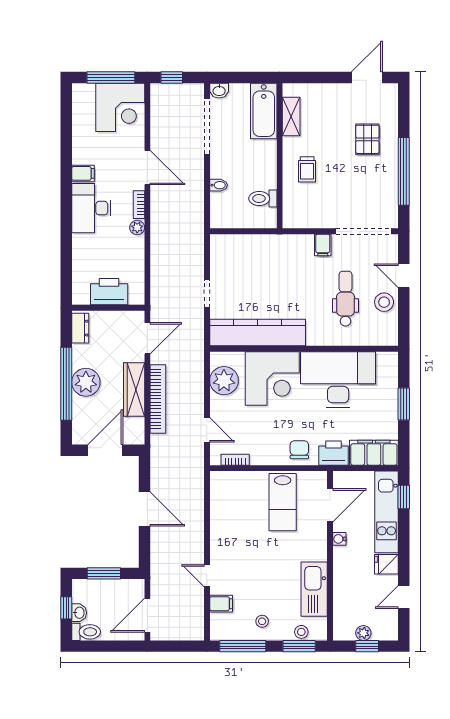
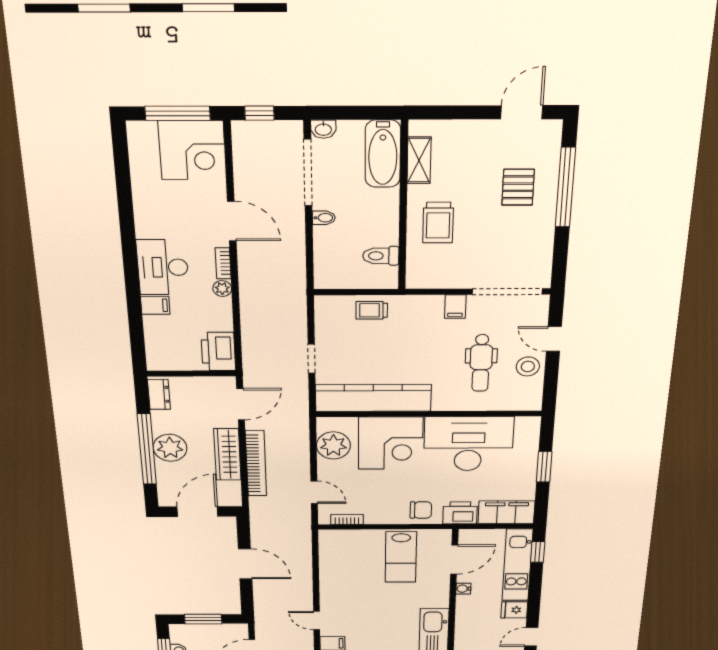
trolley: (307, 169) -> (438, 223), width x1.36, depth x1.39
window: (404, 171) -> (565, 187), moved
filing cabinet: (83, 173) -> (155, 305), moved
bidet: (219, 185) -> (324, 218), moved
trolley: (256, 248) -> (372, 310), added
printer: (109, 292) -> (218, 351), moved, turned -90
dental chair: (346, 299) -> (481, 363), turned 180
chair: (299, 450) -> (421, 510), turned 90

